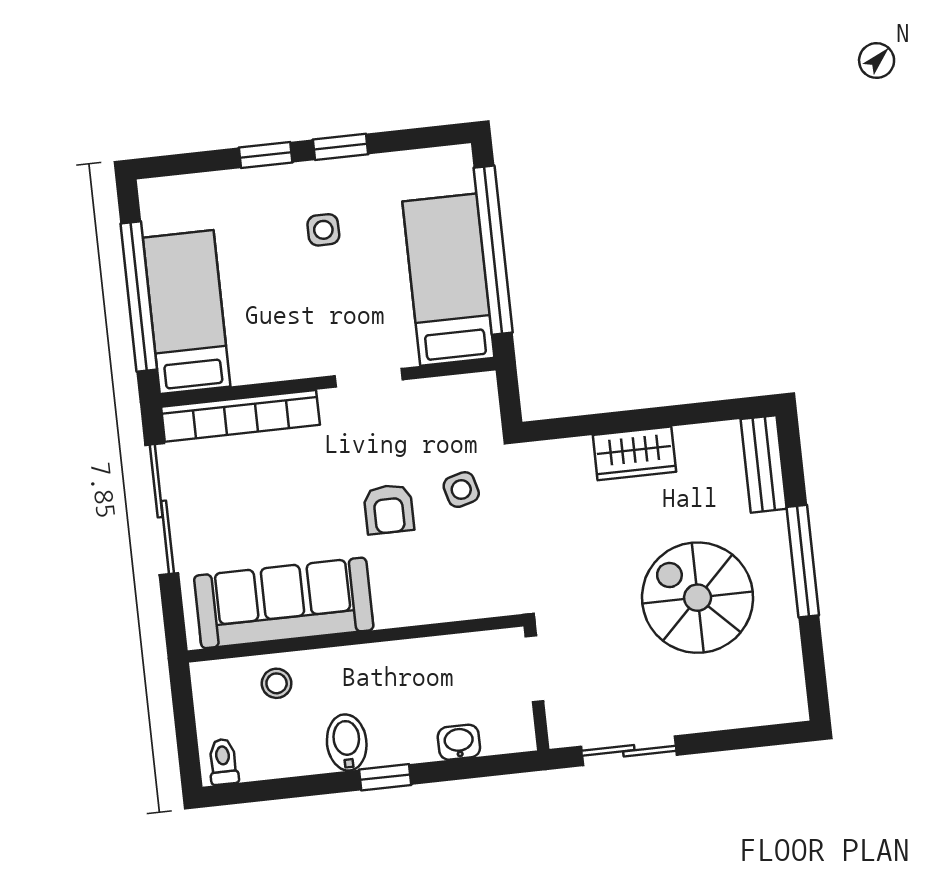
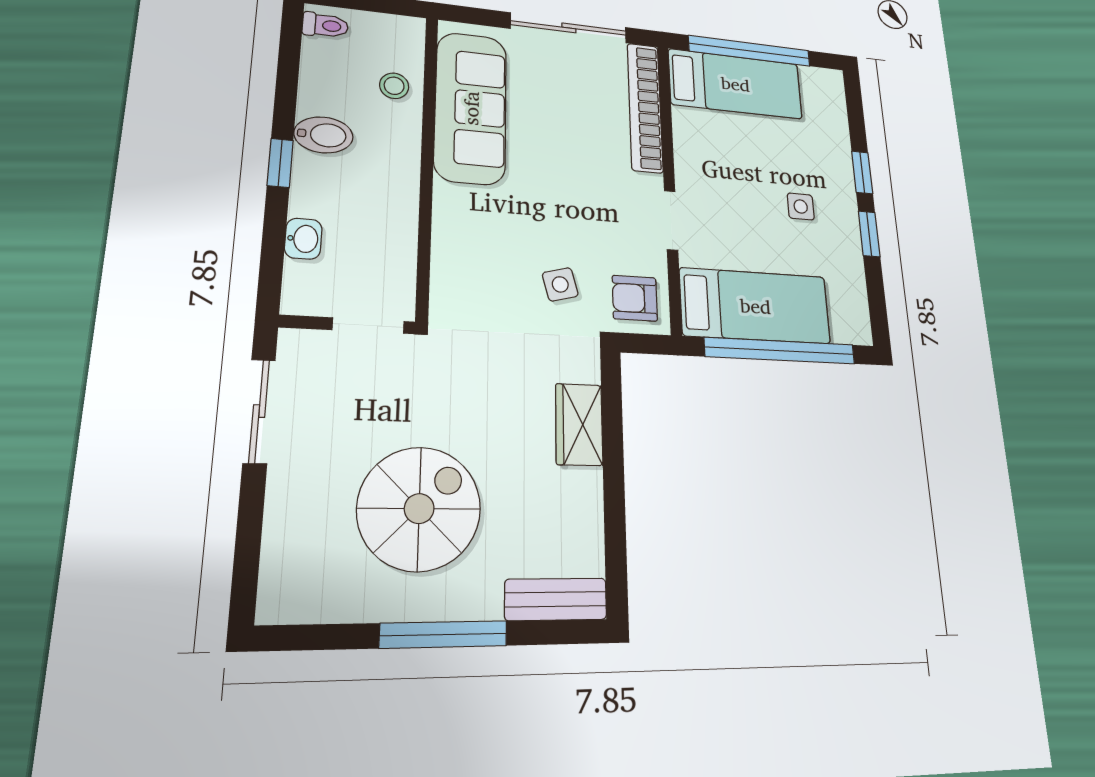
wardrobe: (634, 453) -> (579, 424), moved
armchair: (389, 509) -> (635, 298), moved

